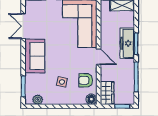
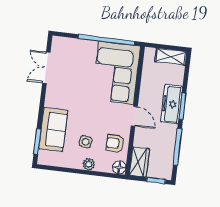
sofa: (35, 56) -> (53, 130), moved
plant: (38, 100) -> (89, 164), moved

